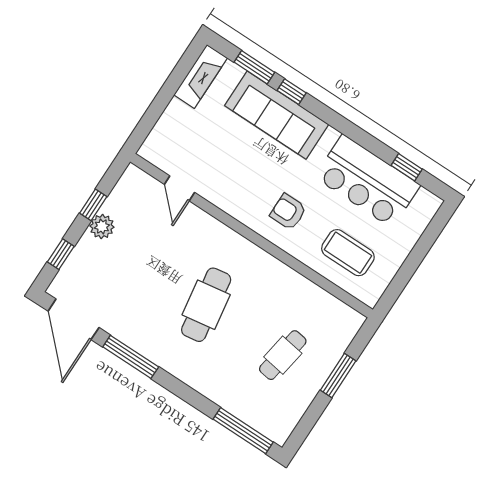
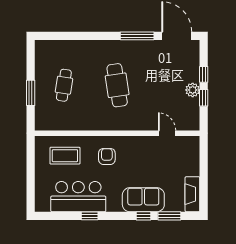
sofa: (277, 115) -> (143, 200), width x0.73
window: (407, 167) -> (90, 216), moved
armchair: (288, 212) -> (107, 156), turned -90
window: (61, 254) -> (204, 74), moved
window: (243, 431) -> (59, 36), removed

